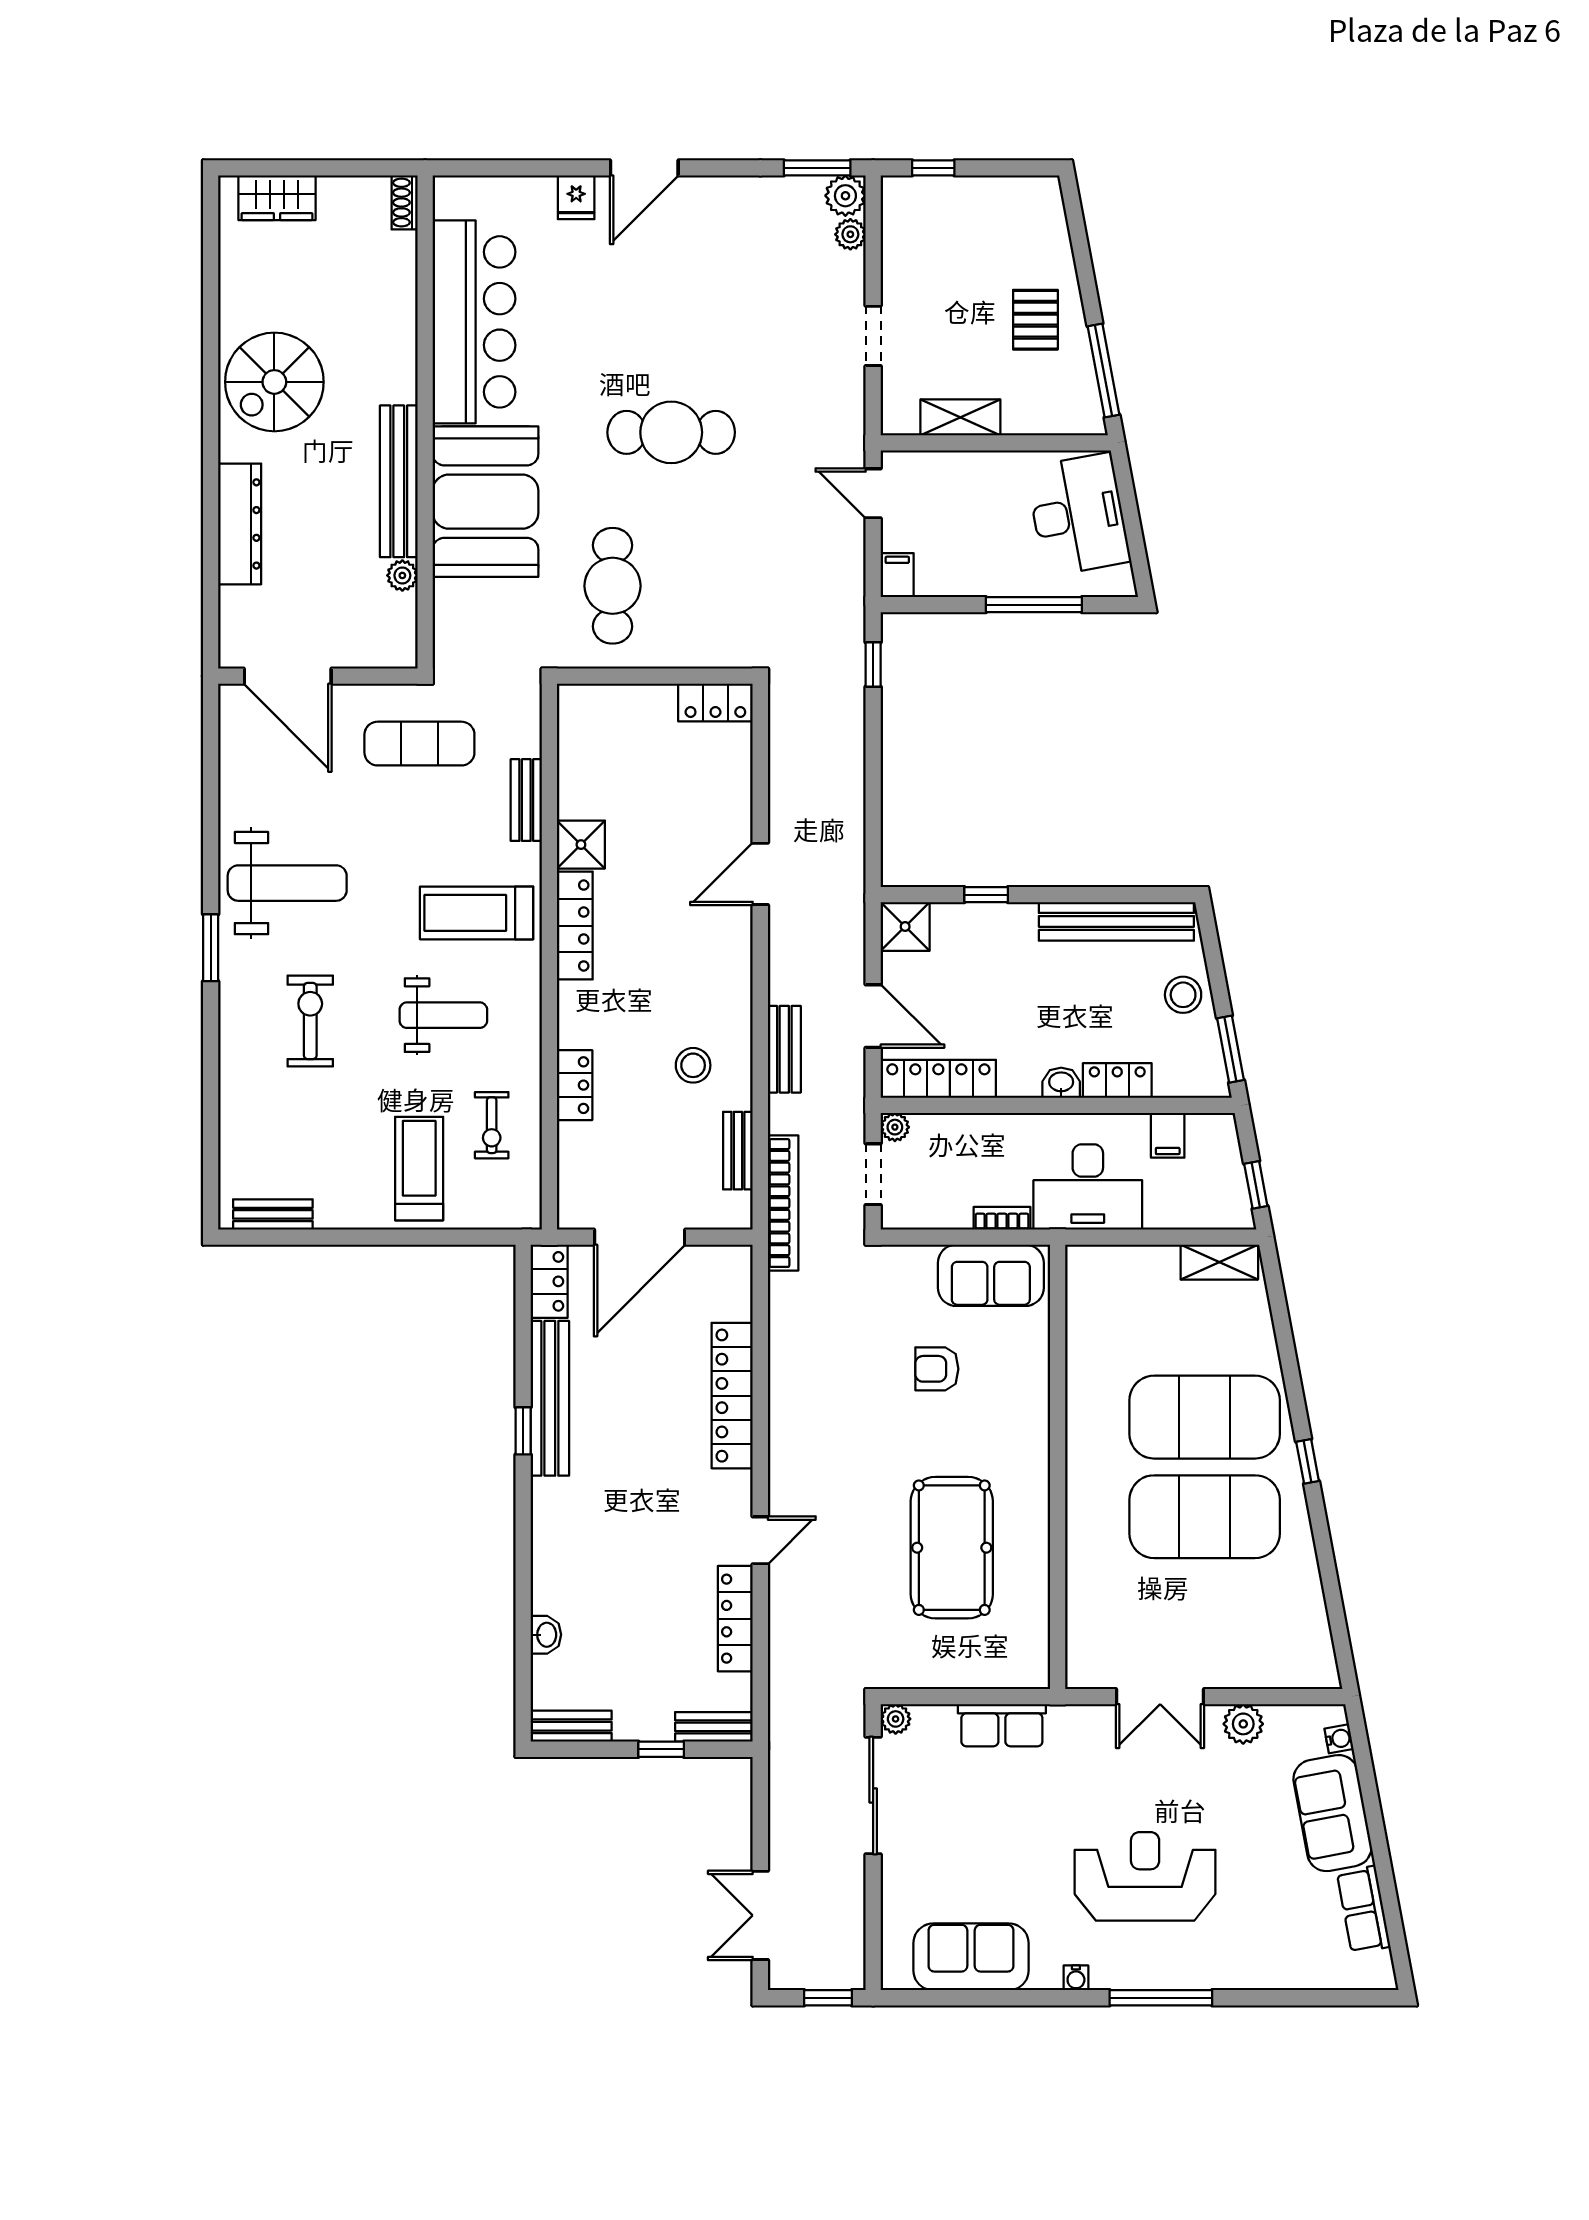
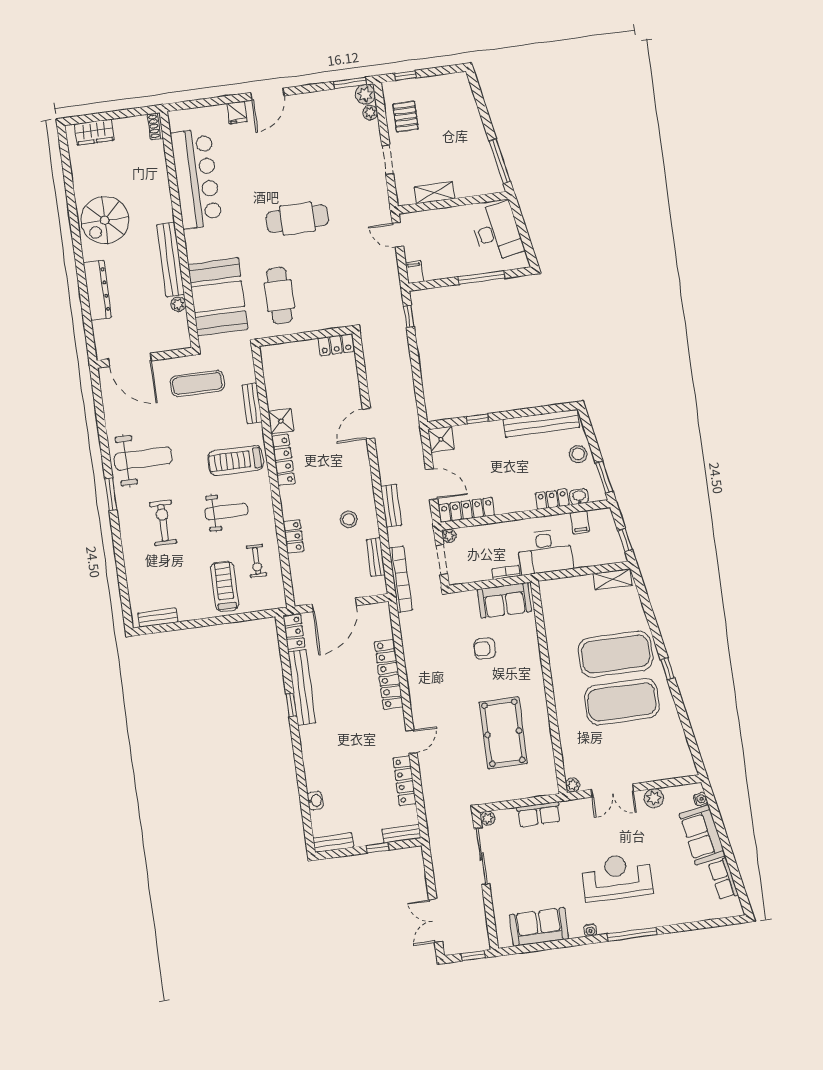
pallet: (1035, 320) -> (406, 117), moved
booth: (486, 502) -> (218, 297), moved
washbasin: (1061, 1083) -> (579, 497), moved
plant: (1080, 1674) -> (573, 785), added

